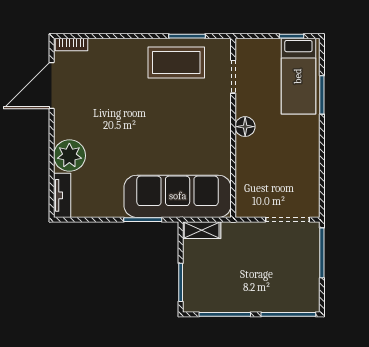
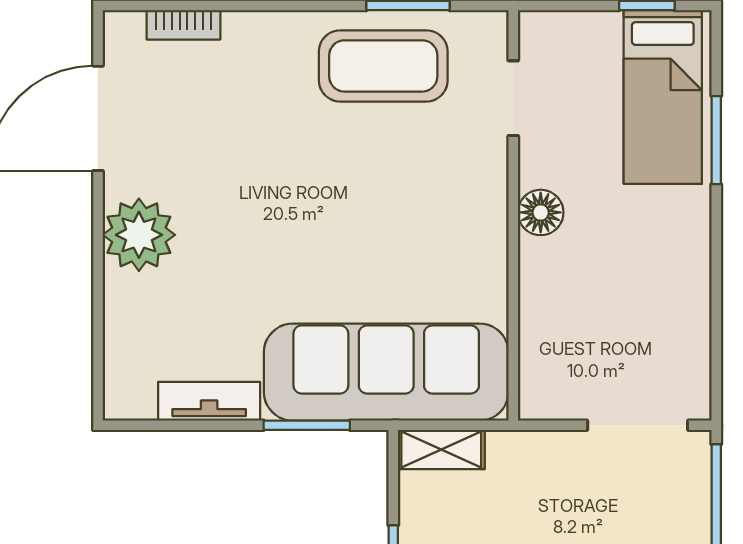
bookcase: (71, 45) -> (183, 25), moved
plant: (69, 156) -> (139, 235), moved
tv unit: (62, 195) -> (209, 401), moved, turned -90

